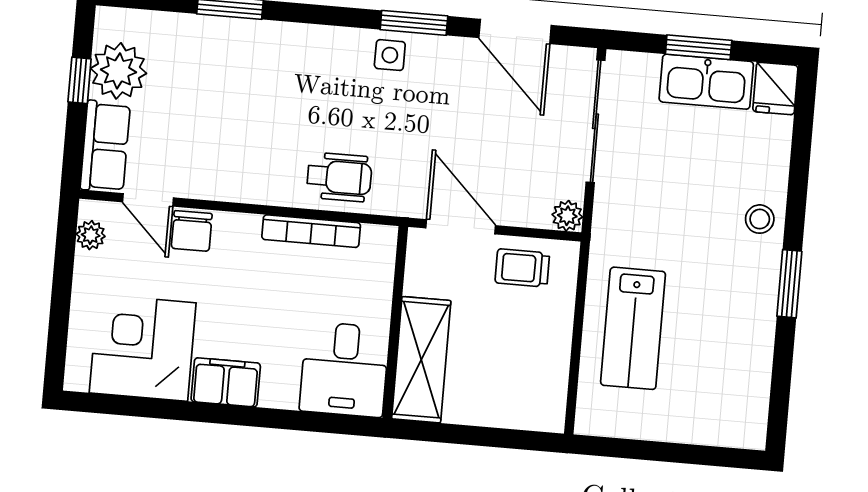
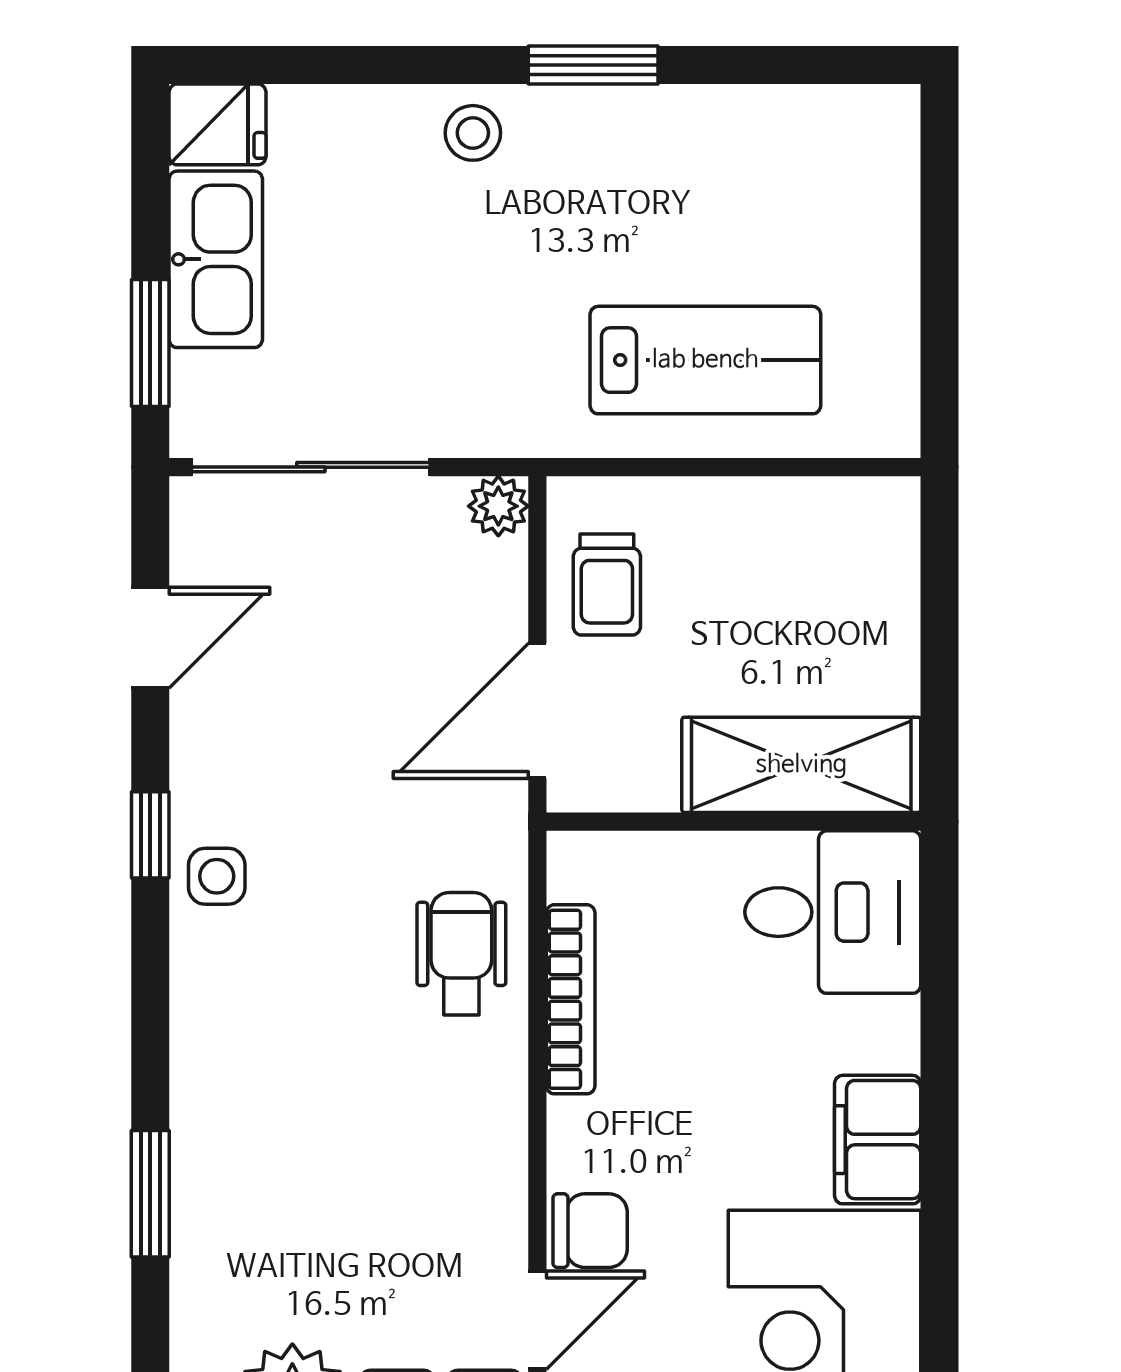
window: (414, 23) -> (150, 835), width x0.67
door: (515, 31) -> (150, 638), width x0.73
window: (699, 47) -> (150, 343), moved

